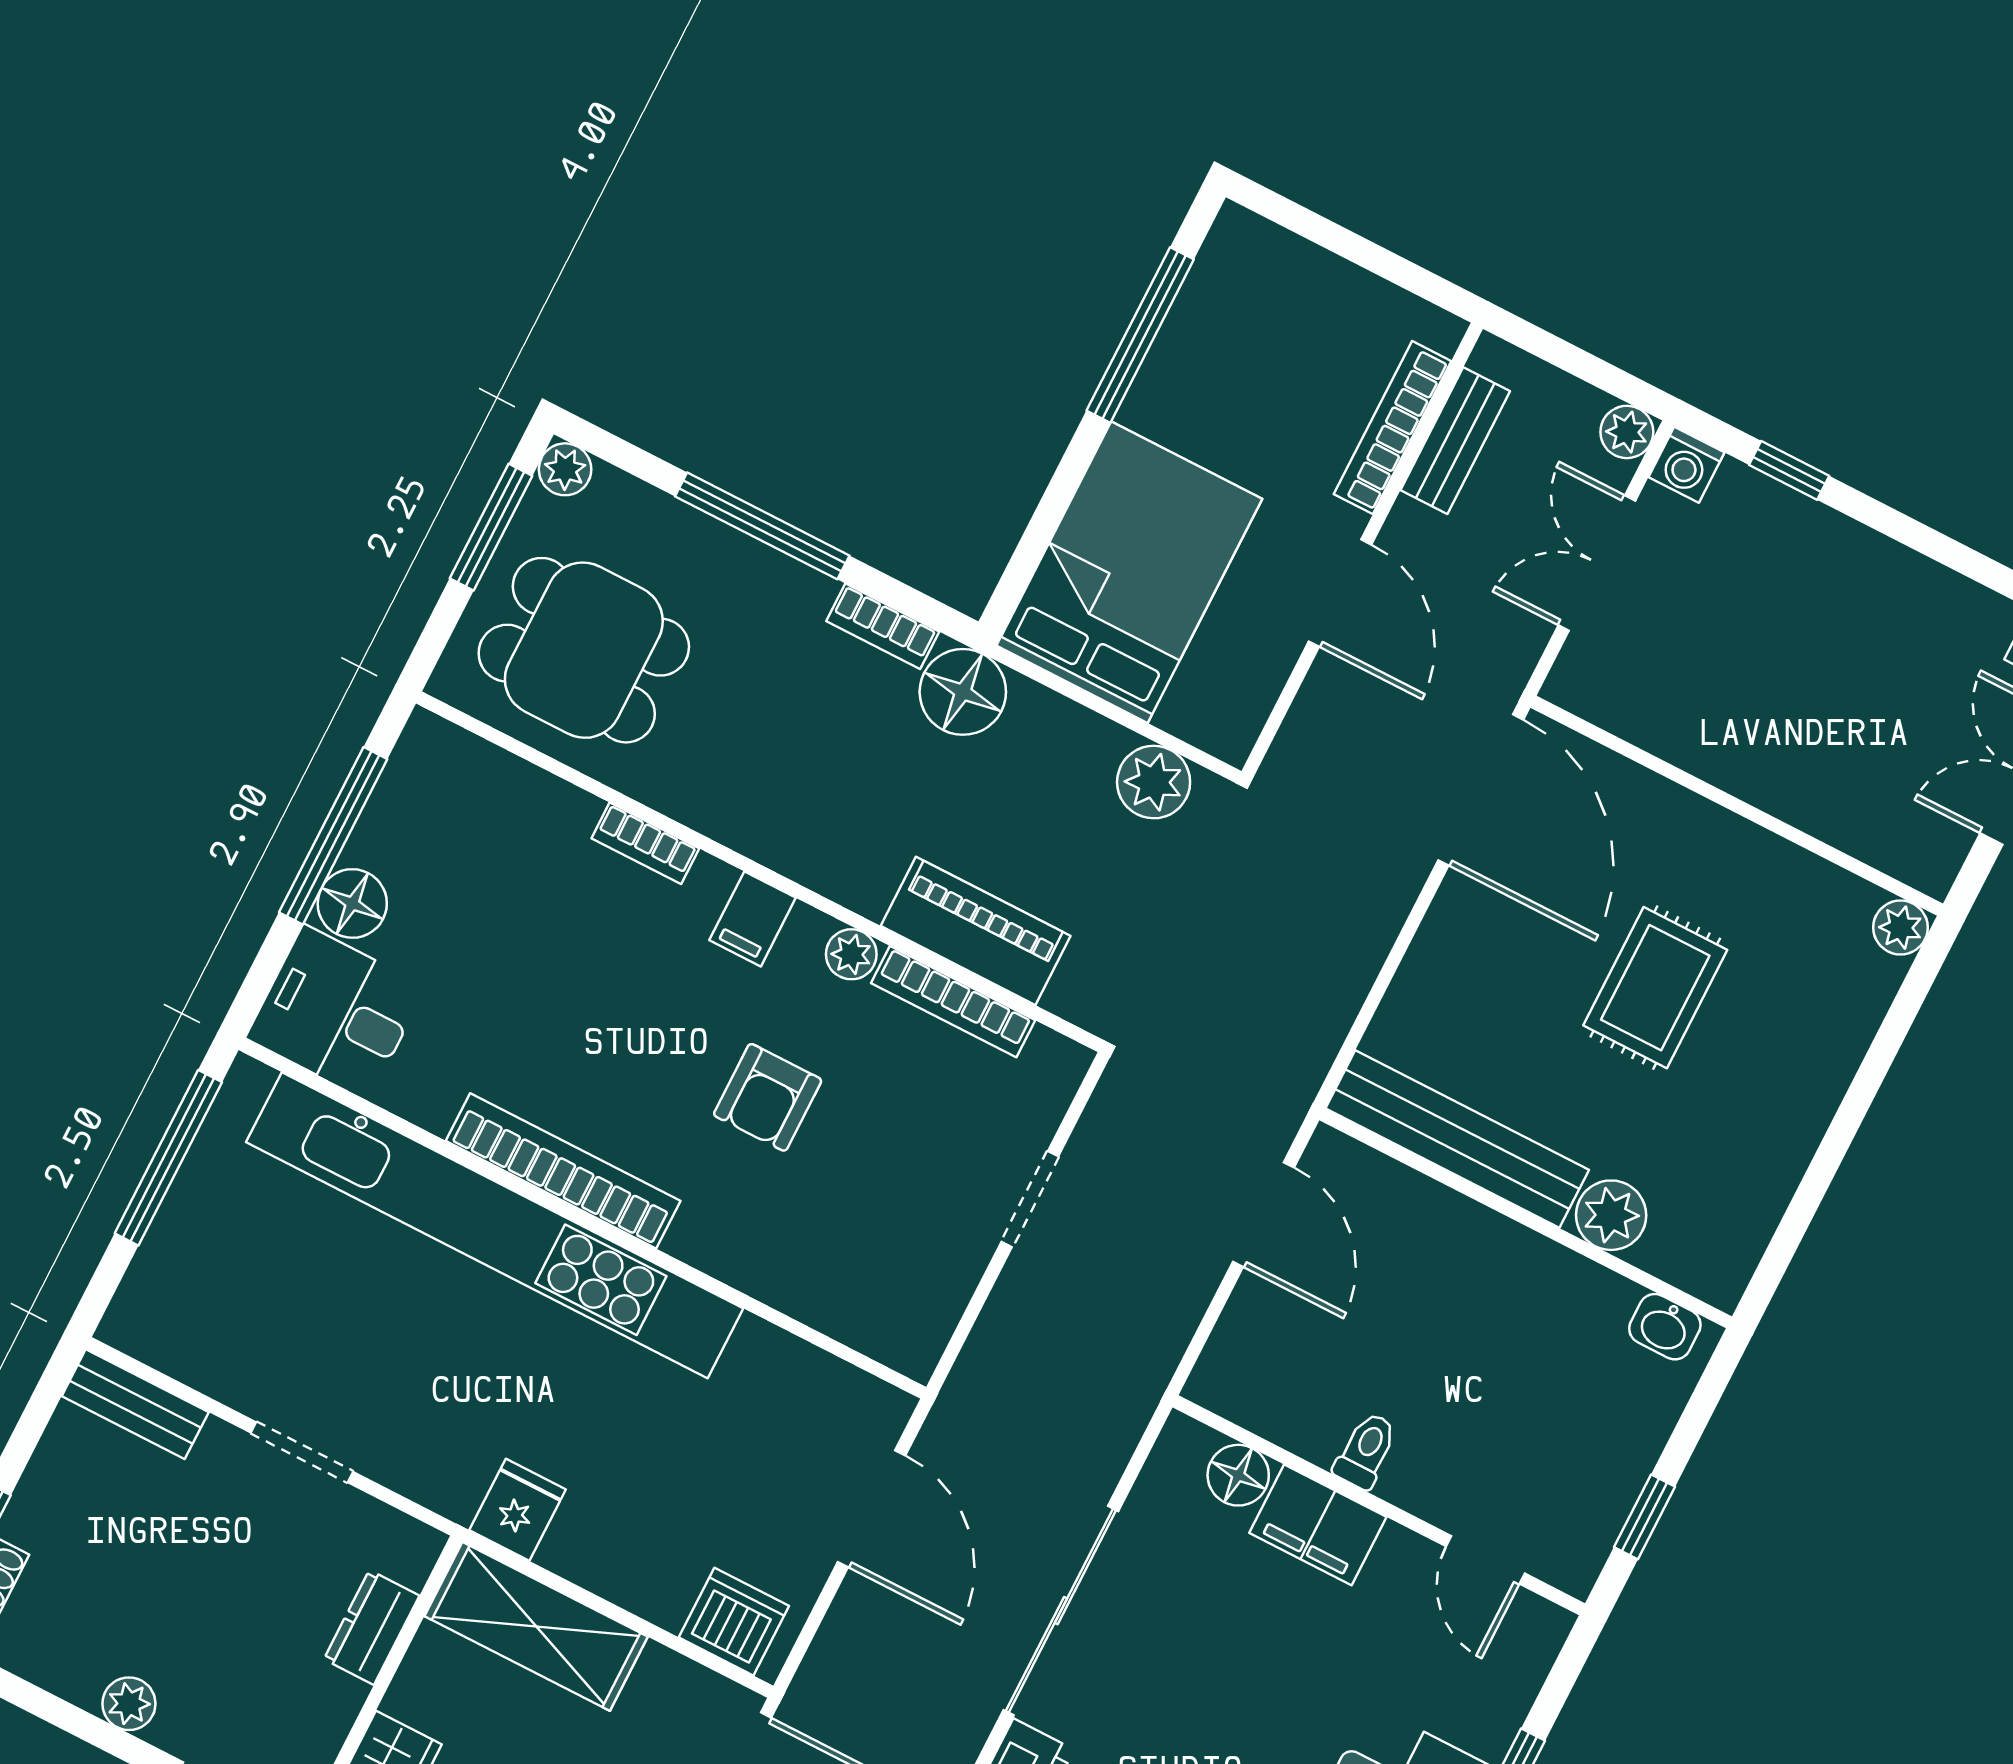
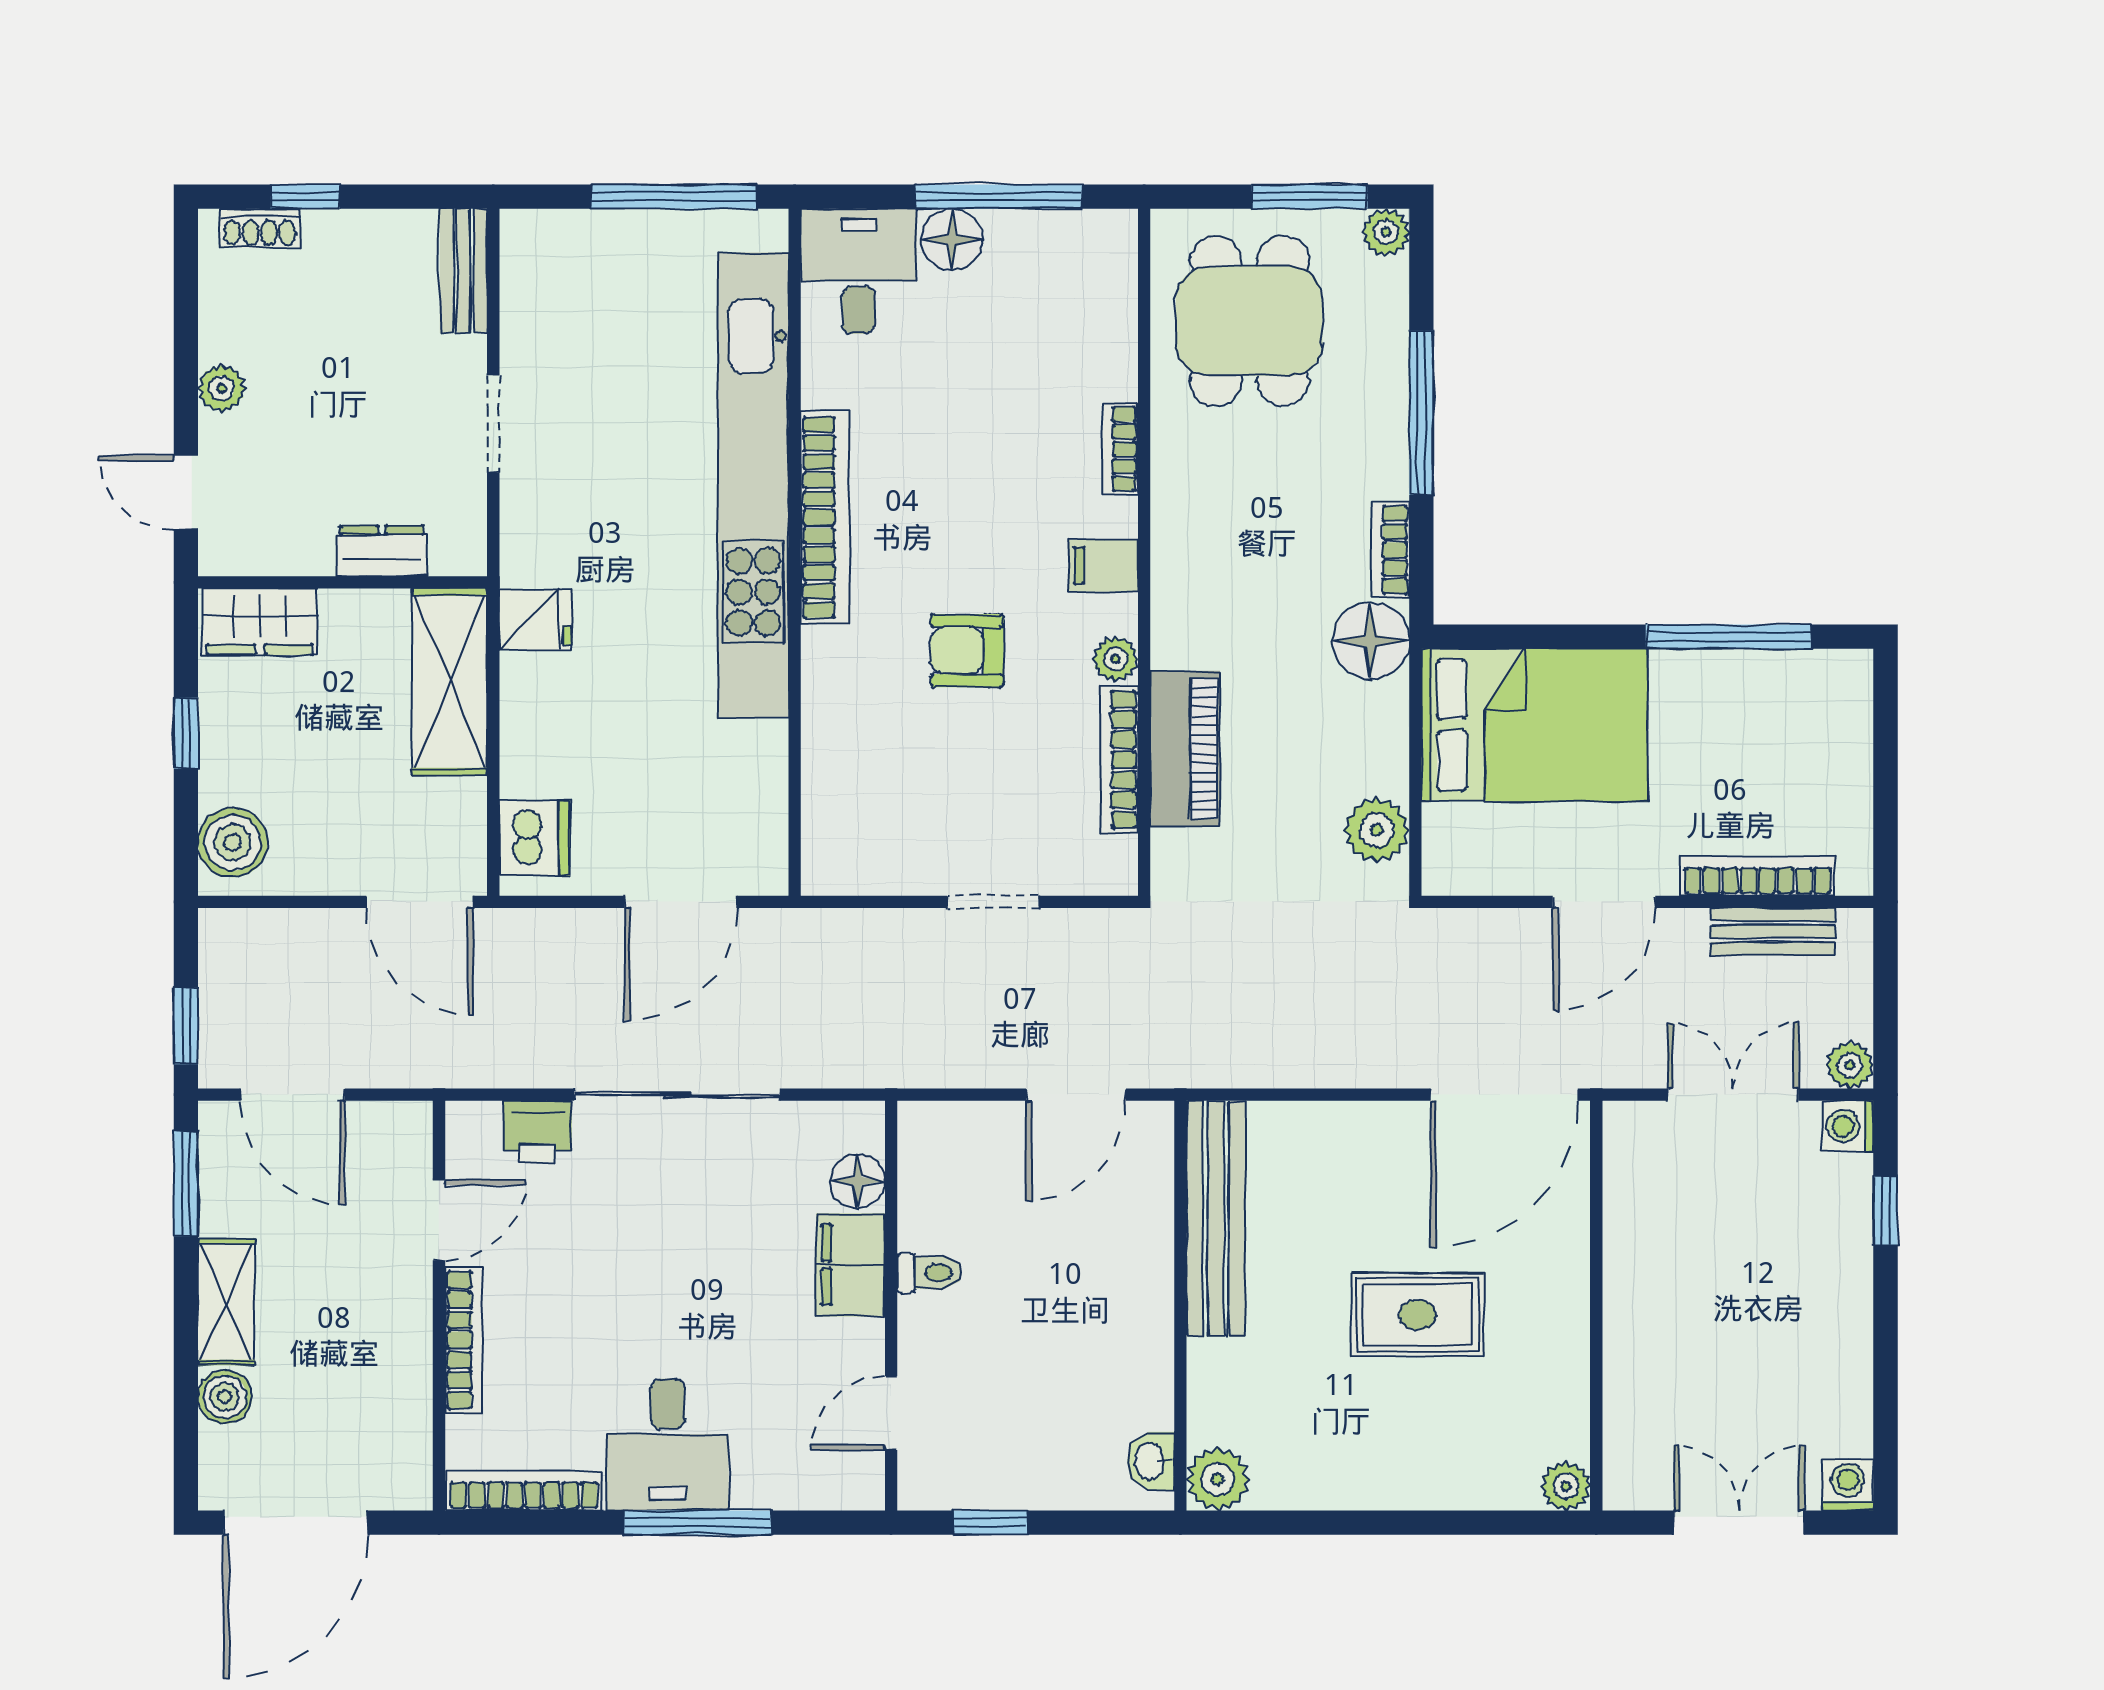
plant: (1611, 1215) -> (1218, 1479), moved

